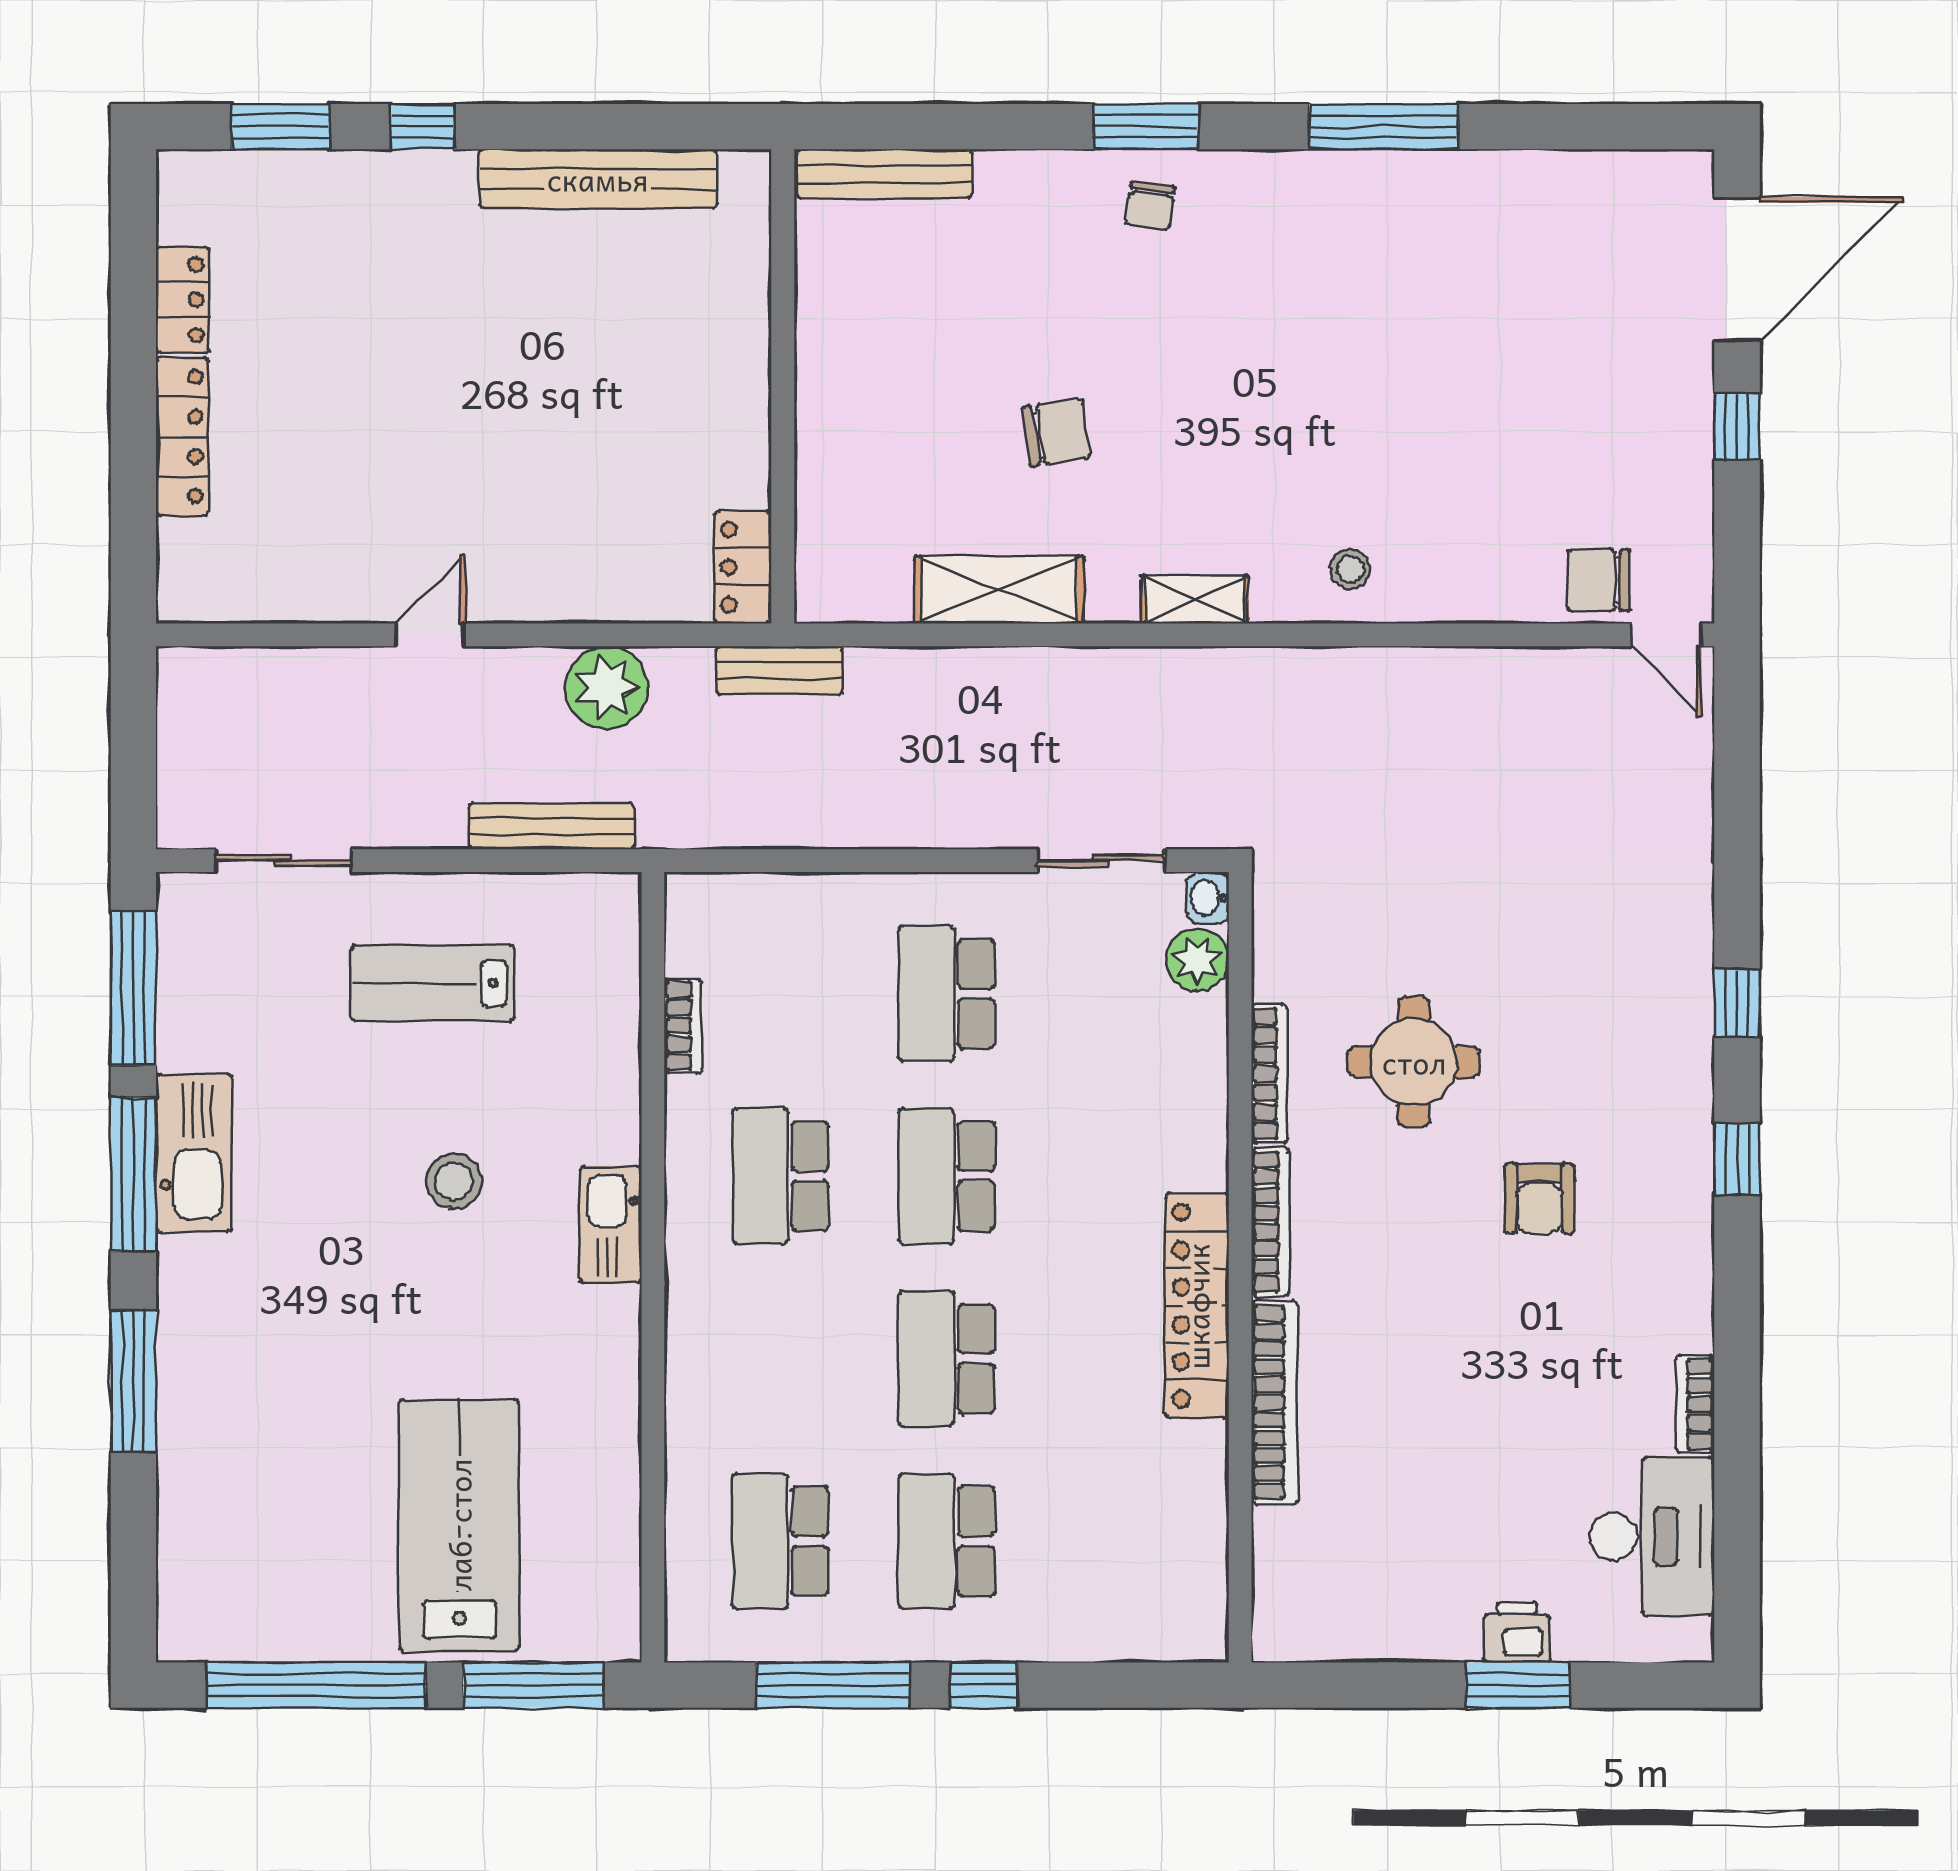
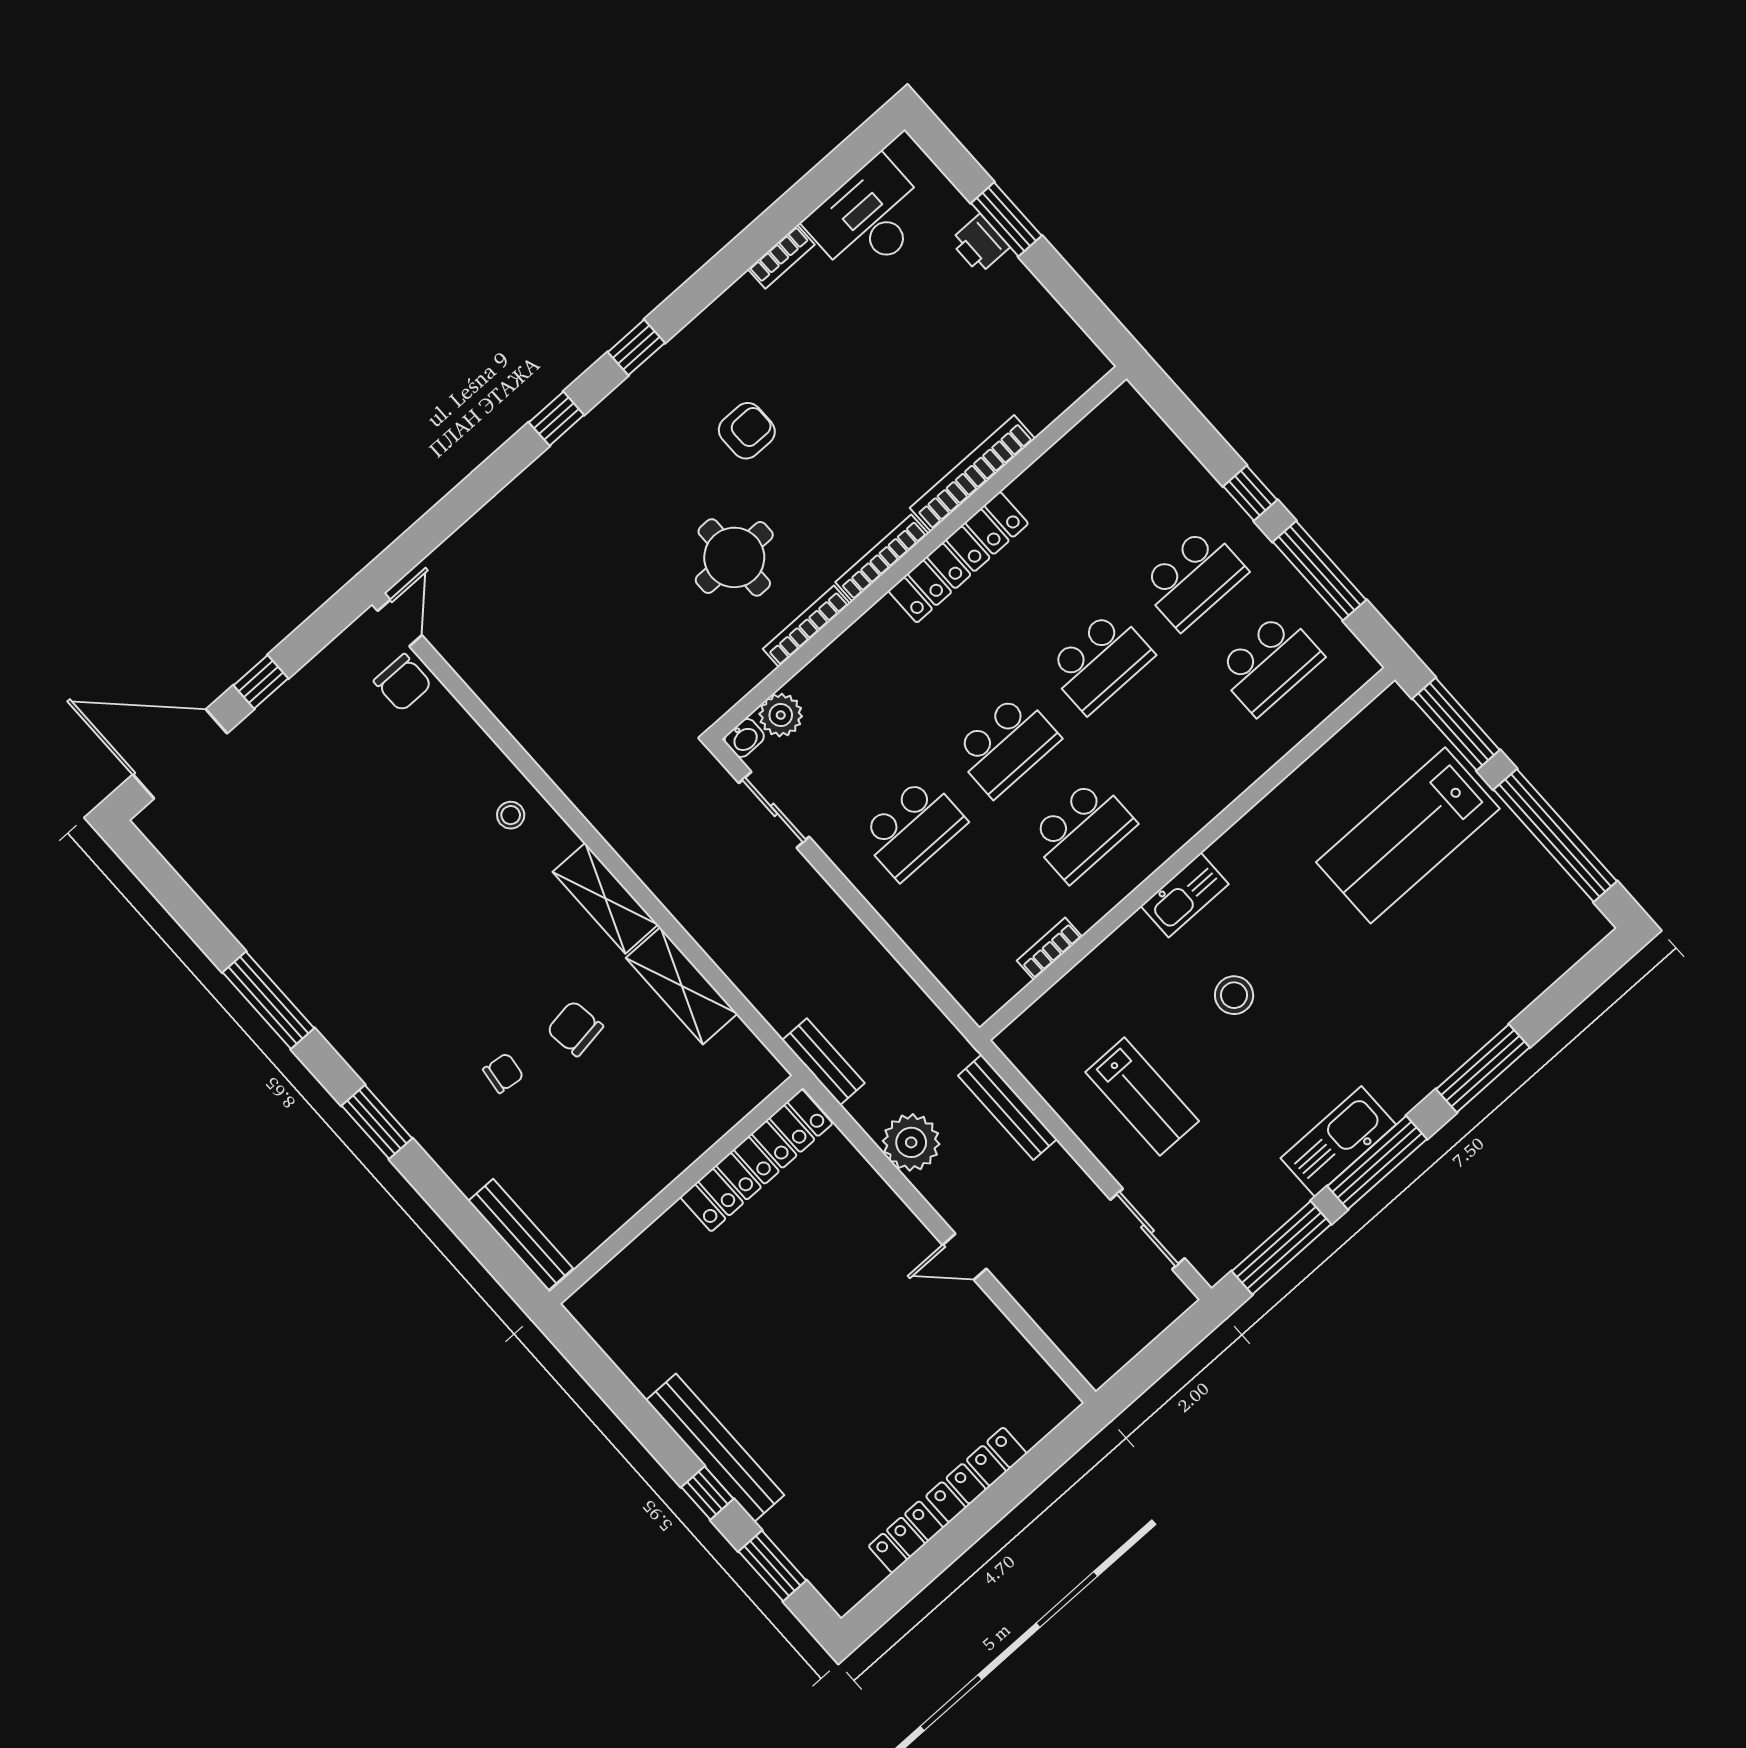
bench: (598, 179) -> (715, 1448), moved
chair: (1150, 205) -> (503, 1073), moved
locker: (743, 567) -> (756, 1160), width x2.16, depth x1.21
shelving: (1195, 600) -> (605, 898), width x1.50, depth x1.33

